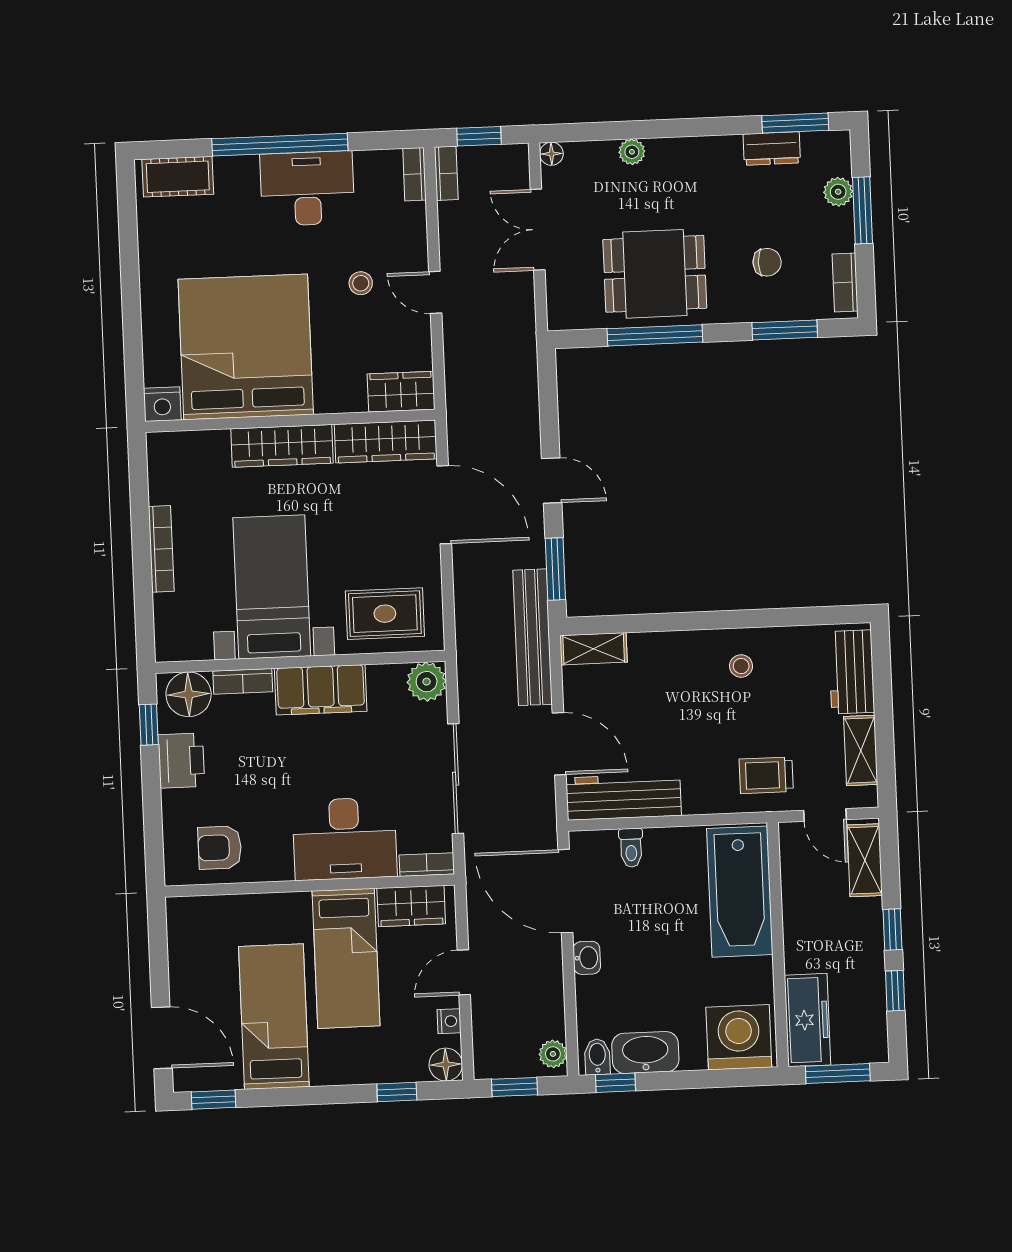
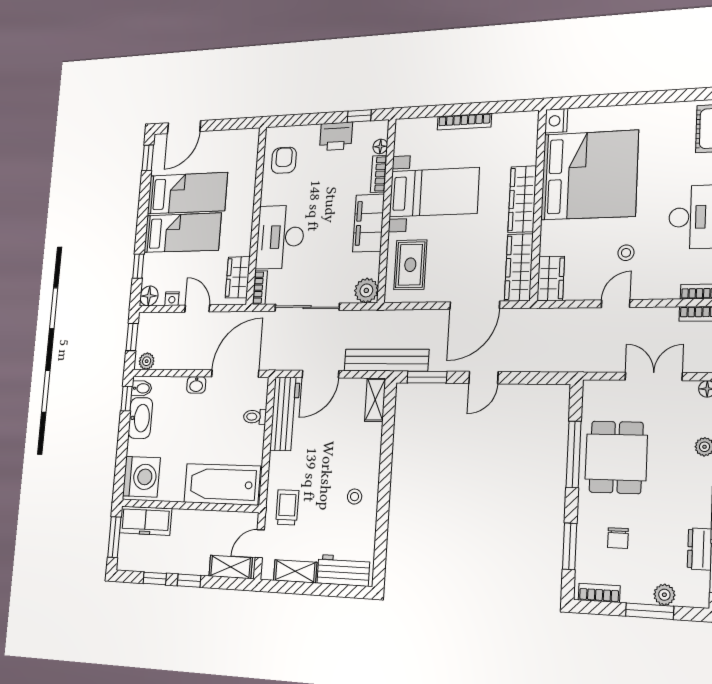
floor lamp: (189, 694) -> (380, 146), width x0.53, depth x0.53
bed: (346, 958) -> (182, 233), moved, turned 180

